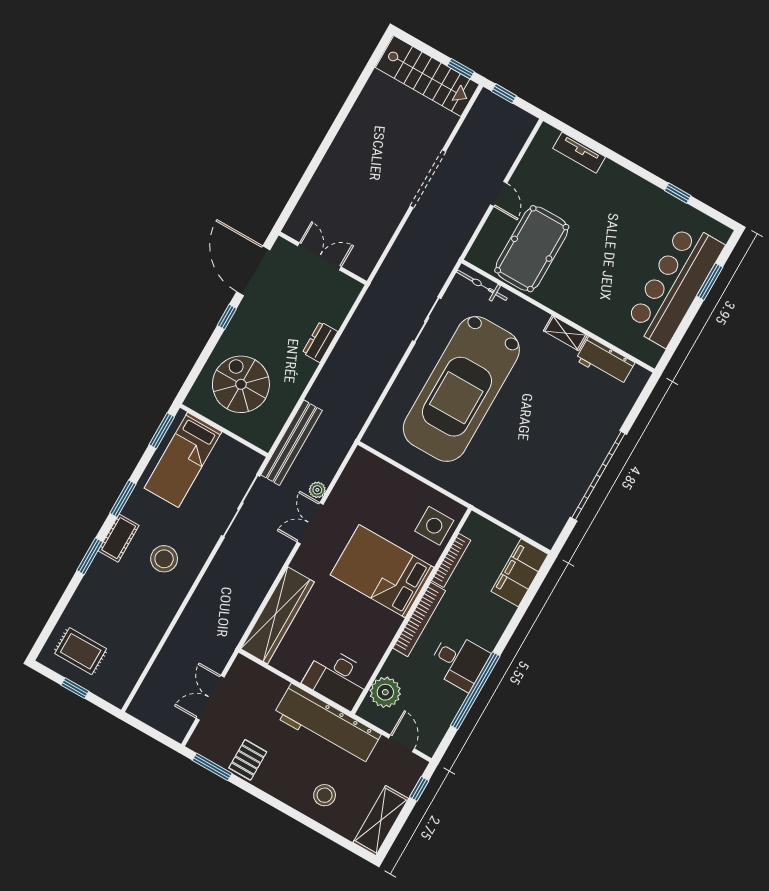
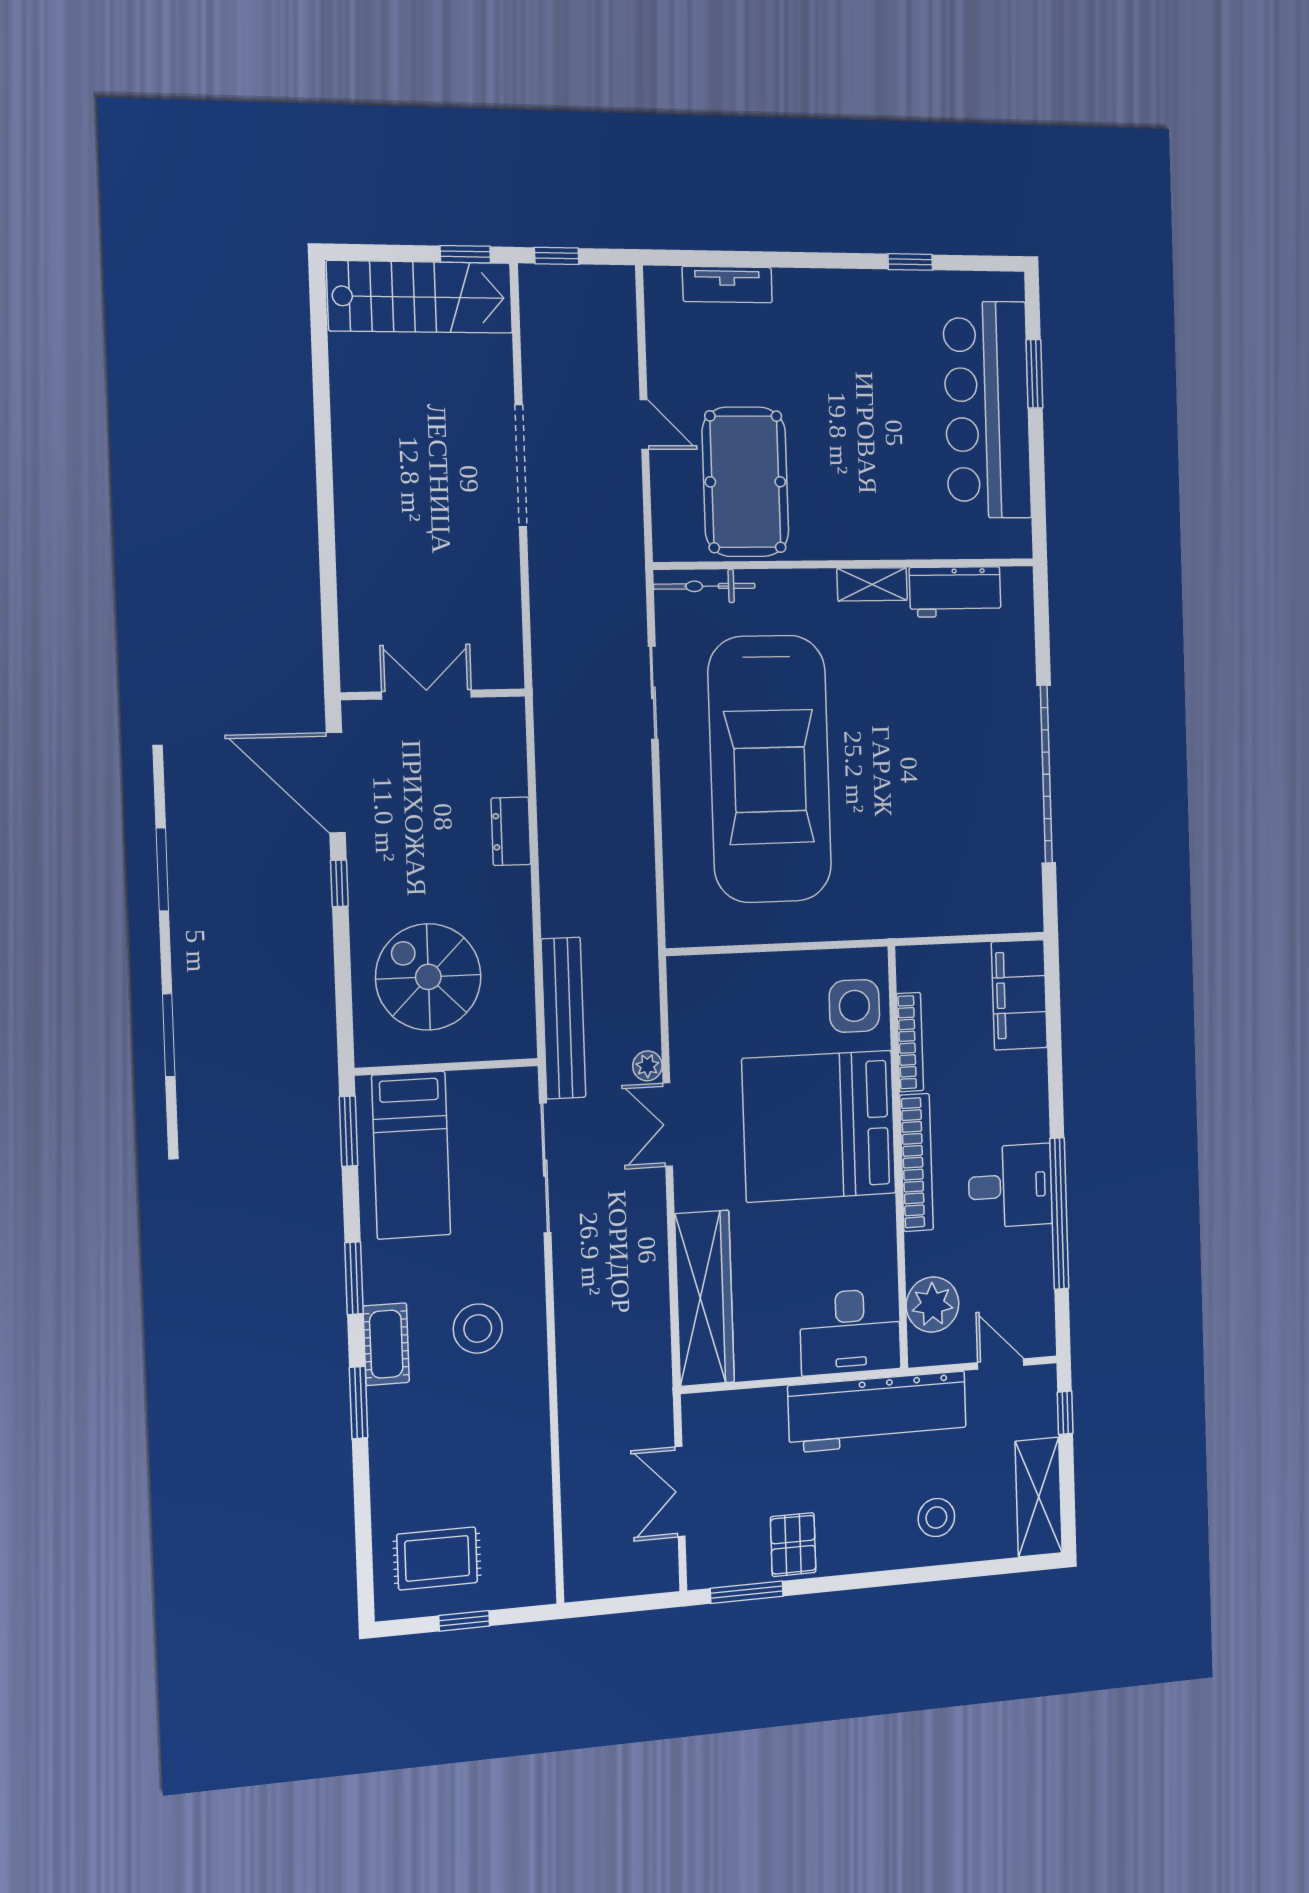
bed: (382, 571) -> (819, 1126), width x1.36

